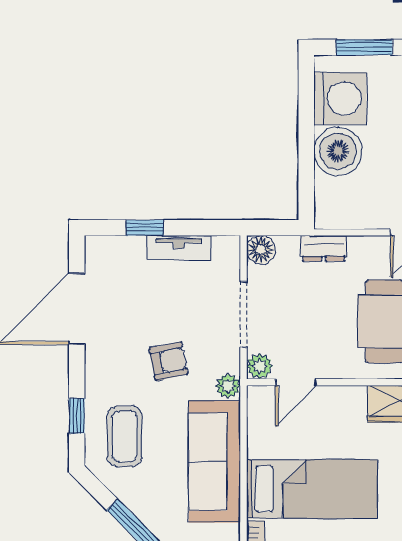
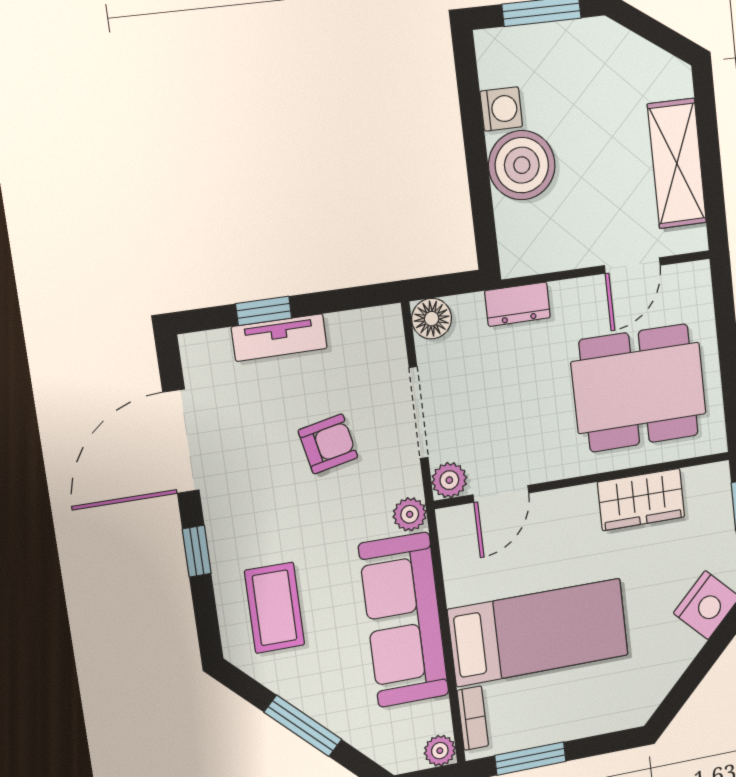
washing machine: (340, 98) -> (501, 109), width x0.53, depth x0.53
tv unit: (179, 248) -> (279, 338), moved
armchair: (168, 361) -> (328, 444), moved
window: (77, 416) -> (197, 551), moved

